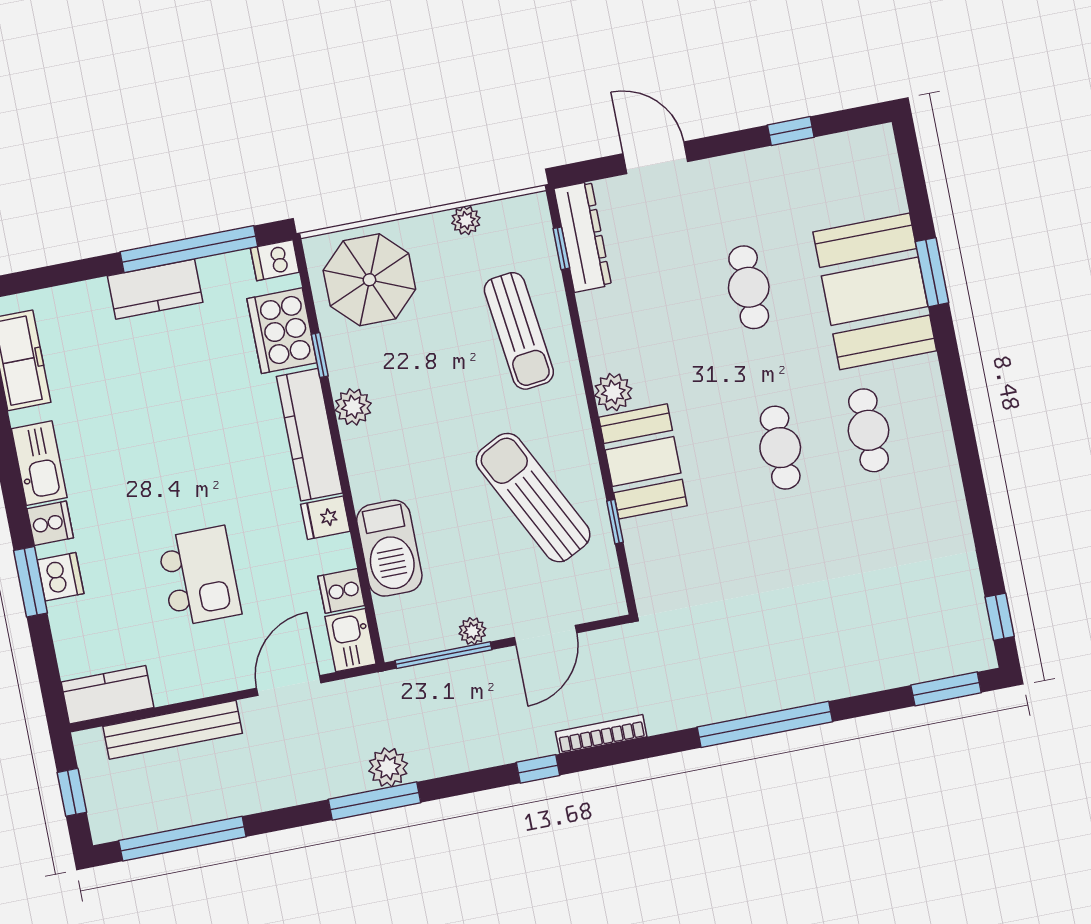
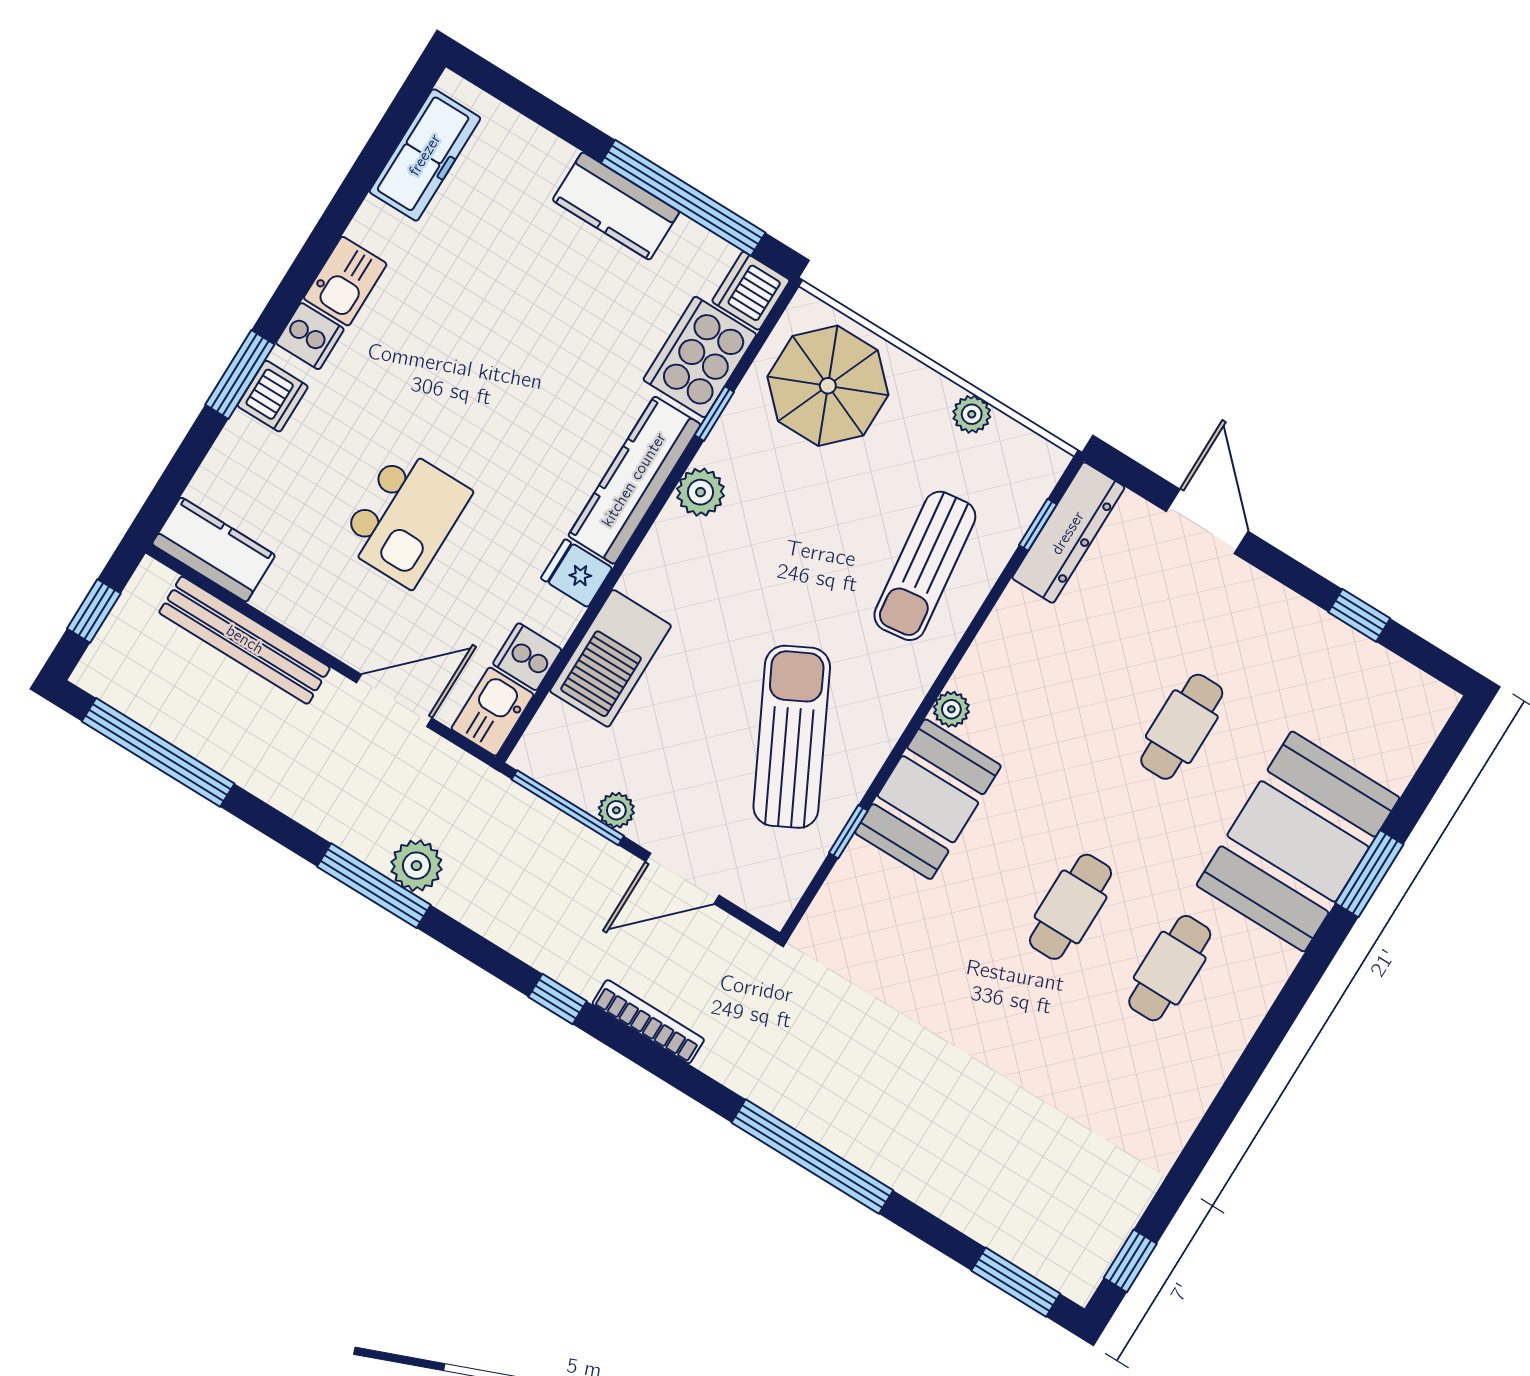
dishwasher: (275, 260) -> (751, 291), width x1.38
plant: (613, 392) -> (951, 709), width x0.73, depth x0.73
kitchen sink: (39, 463) -> (345, 281), width x0.73

